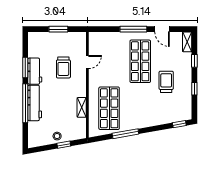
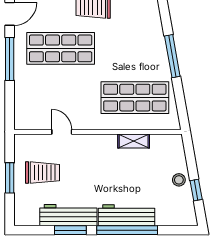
trolley: (63, 67) -> (42, 173), moved
workbench: (35, 71) -> (68, 215), width x1.38
window: (125, 134) -> (172, 56), moved
window: (64, 145) -> (196, 190), moved

